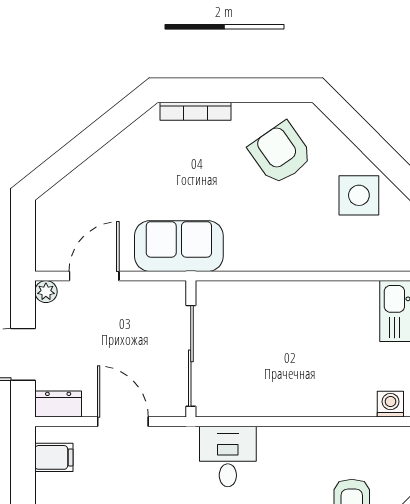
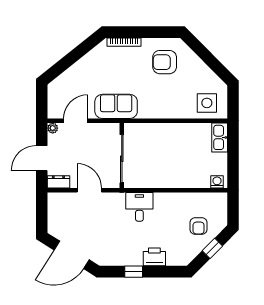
armchair: (281, 153) -> (165, 62), turned -55
side table: (359, 195) -> (207, 103), moved
filing cabinet: (54, 457) -> (56, 207), removed

